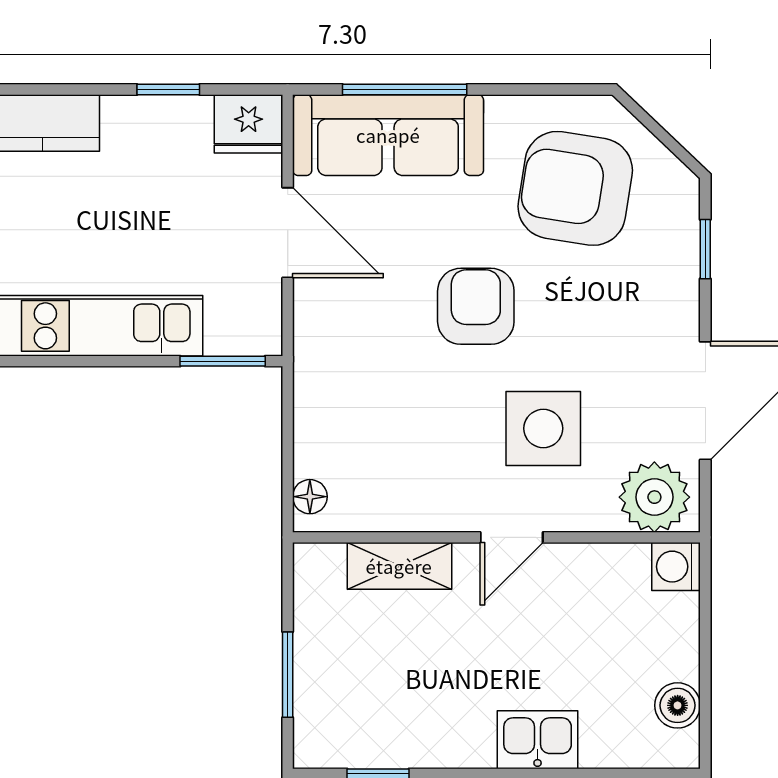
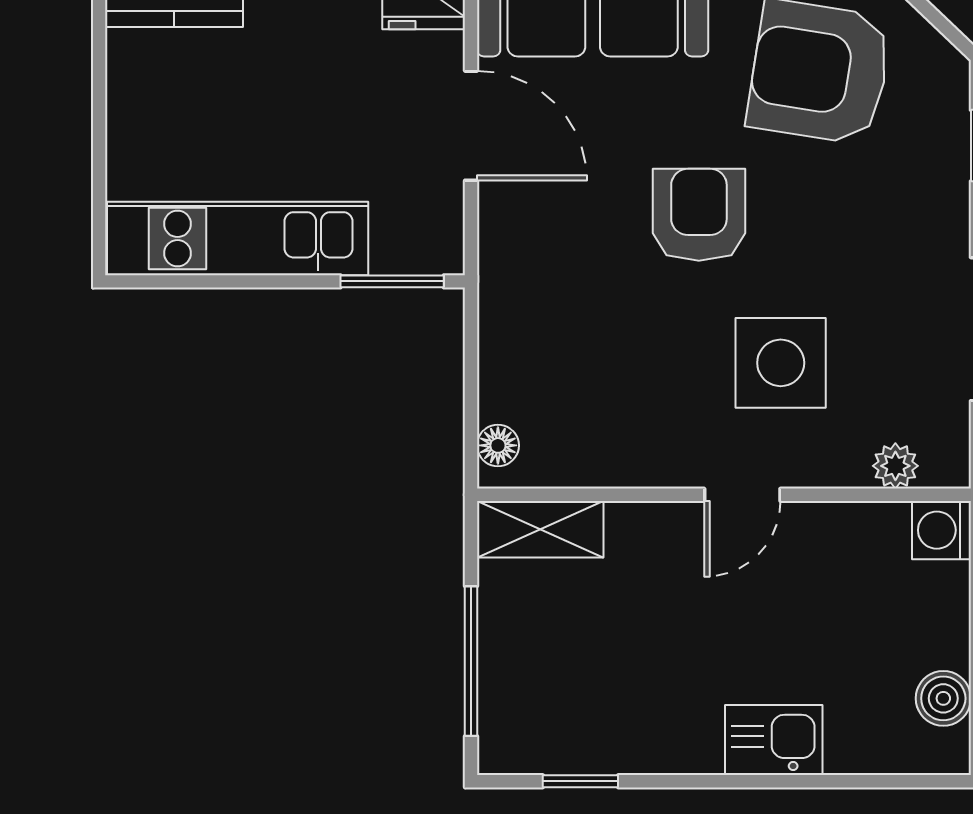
plant: (654, 497) -> (895, 466), width x0.53, depth x0.53
shelving: (399, 566) -> (540, 529), moved
window: (288, 675) -> (471, 661), width x1.44

